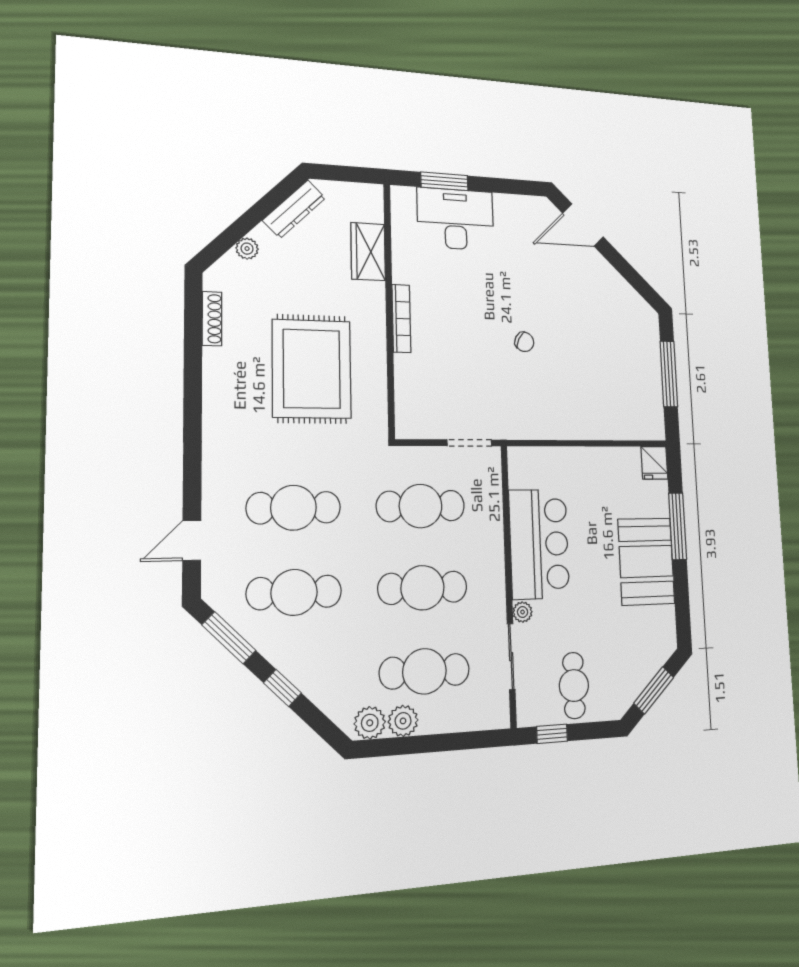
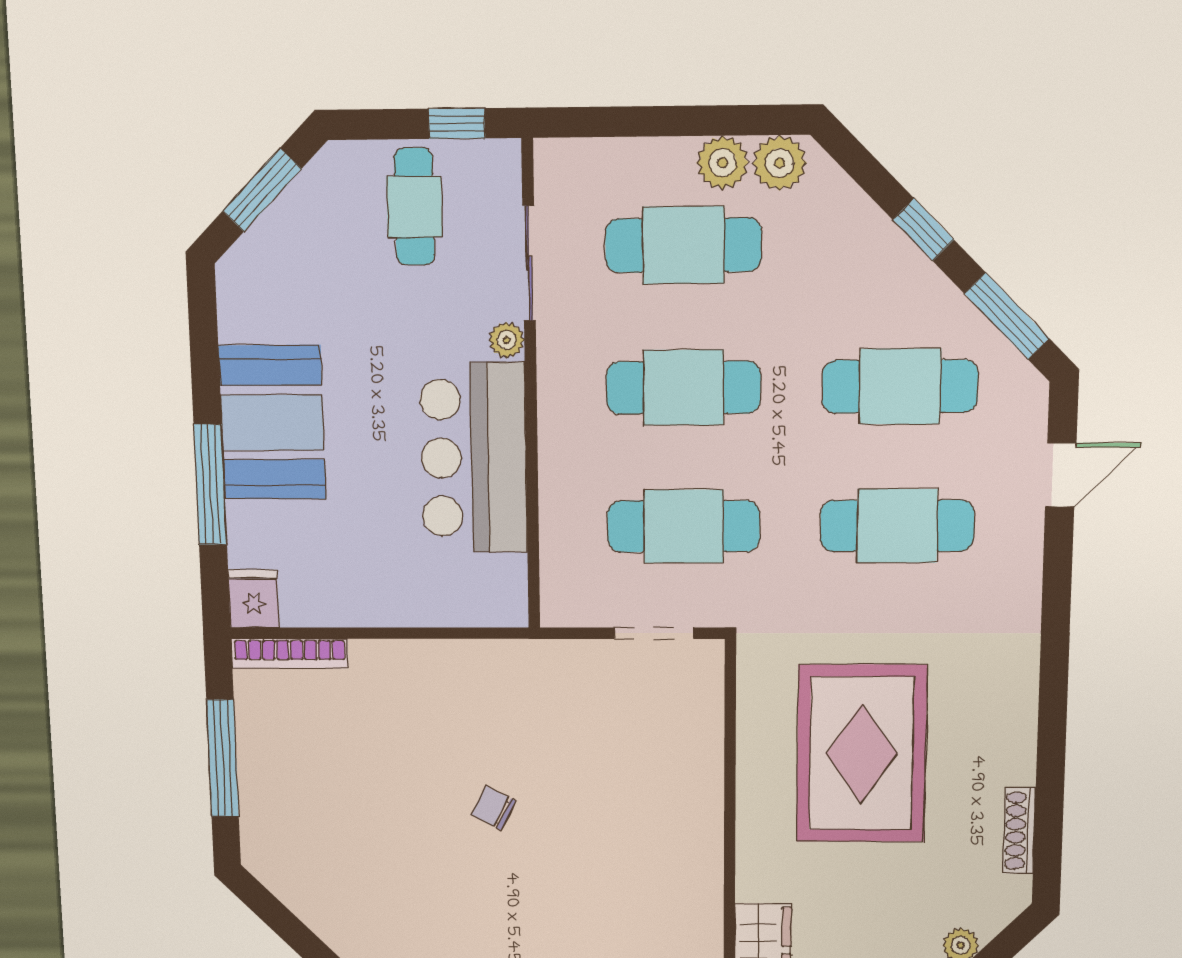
bookcase: (401, 318) -> (290, 654), moved, turned -90
doorway: (469, 443) -> (654, 633), moved

